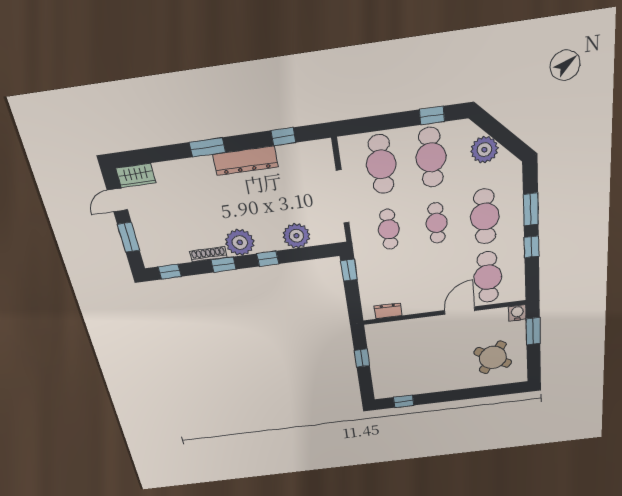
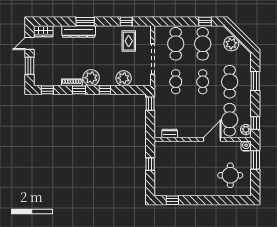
dresser: (246, 161) -> (79, 32), moved
rug: (294, 171) -> (129, 41), added
window: (531, 247) -> (255, 123), moved
plant: (516, 289) -> (246, 130), added
round table: (493, 357) -> (230, 175), turned -33

